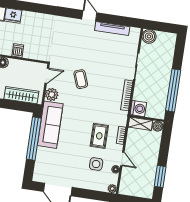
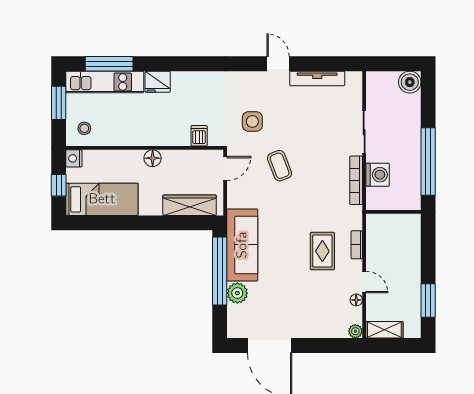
boiler: (149, 36) -> (410, 82), moved
dishwasher: (18, 51) -> (199, 136), moved
plant: (52, 94) -> (237, 293), moved
washing machine: (138, 109) -> (378, 175), moved
shelving: (140, 124) -> (384, 330), moved
boiler: (158, 126) -> (412, 222), removed
side table: (96, 164) -> (252, 122), moved

